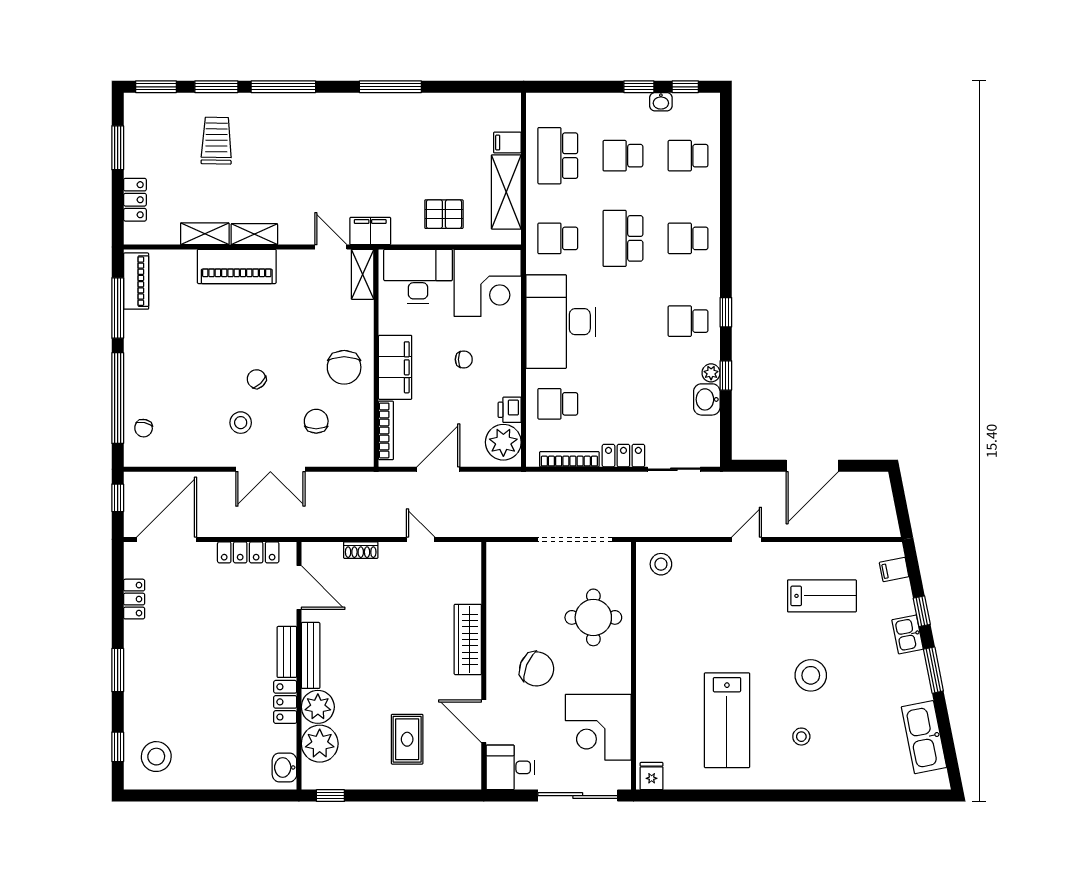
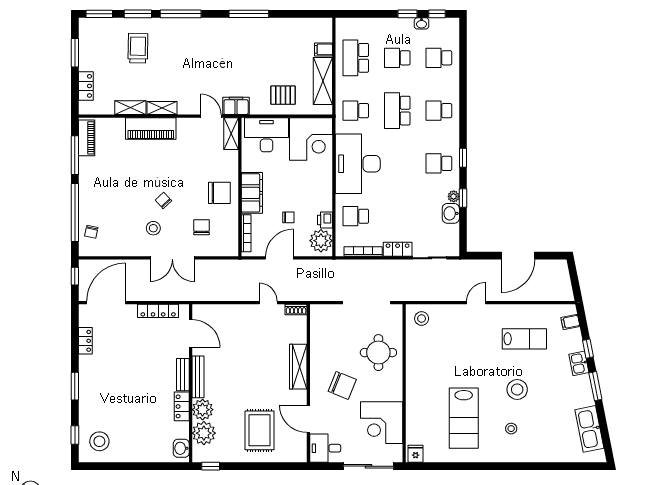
chair: (464, 359) -> (288, 217), moved
chair: (344, 367) -> (219, 193), turned -90
shoe rack: (361, 550) -> (296, 310), moved
rug: (407, 739) -> (260, 430), width x1.36, depth x1.43

